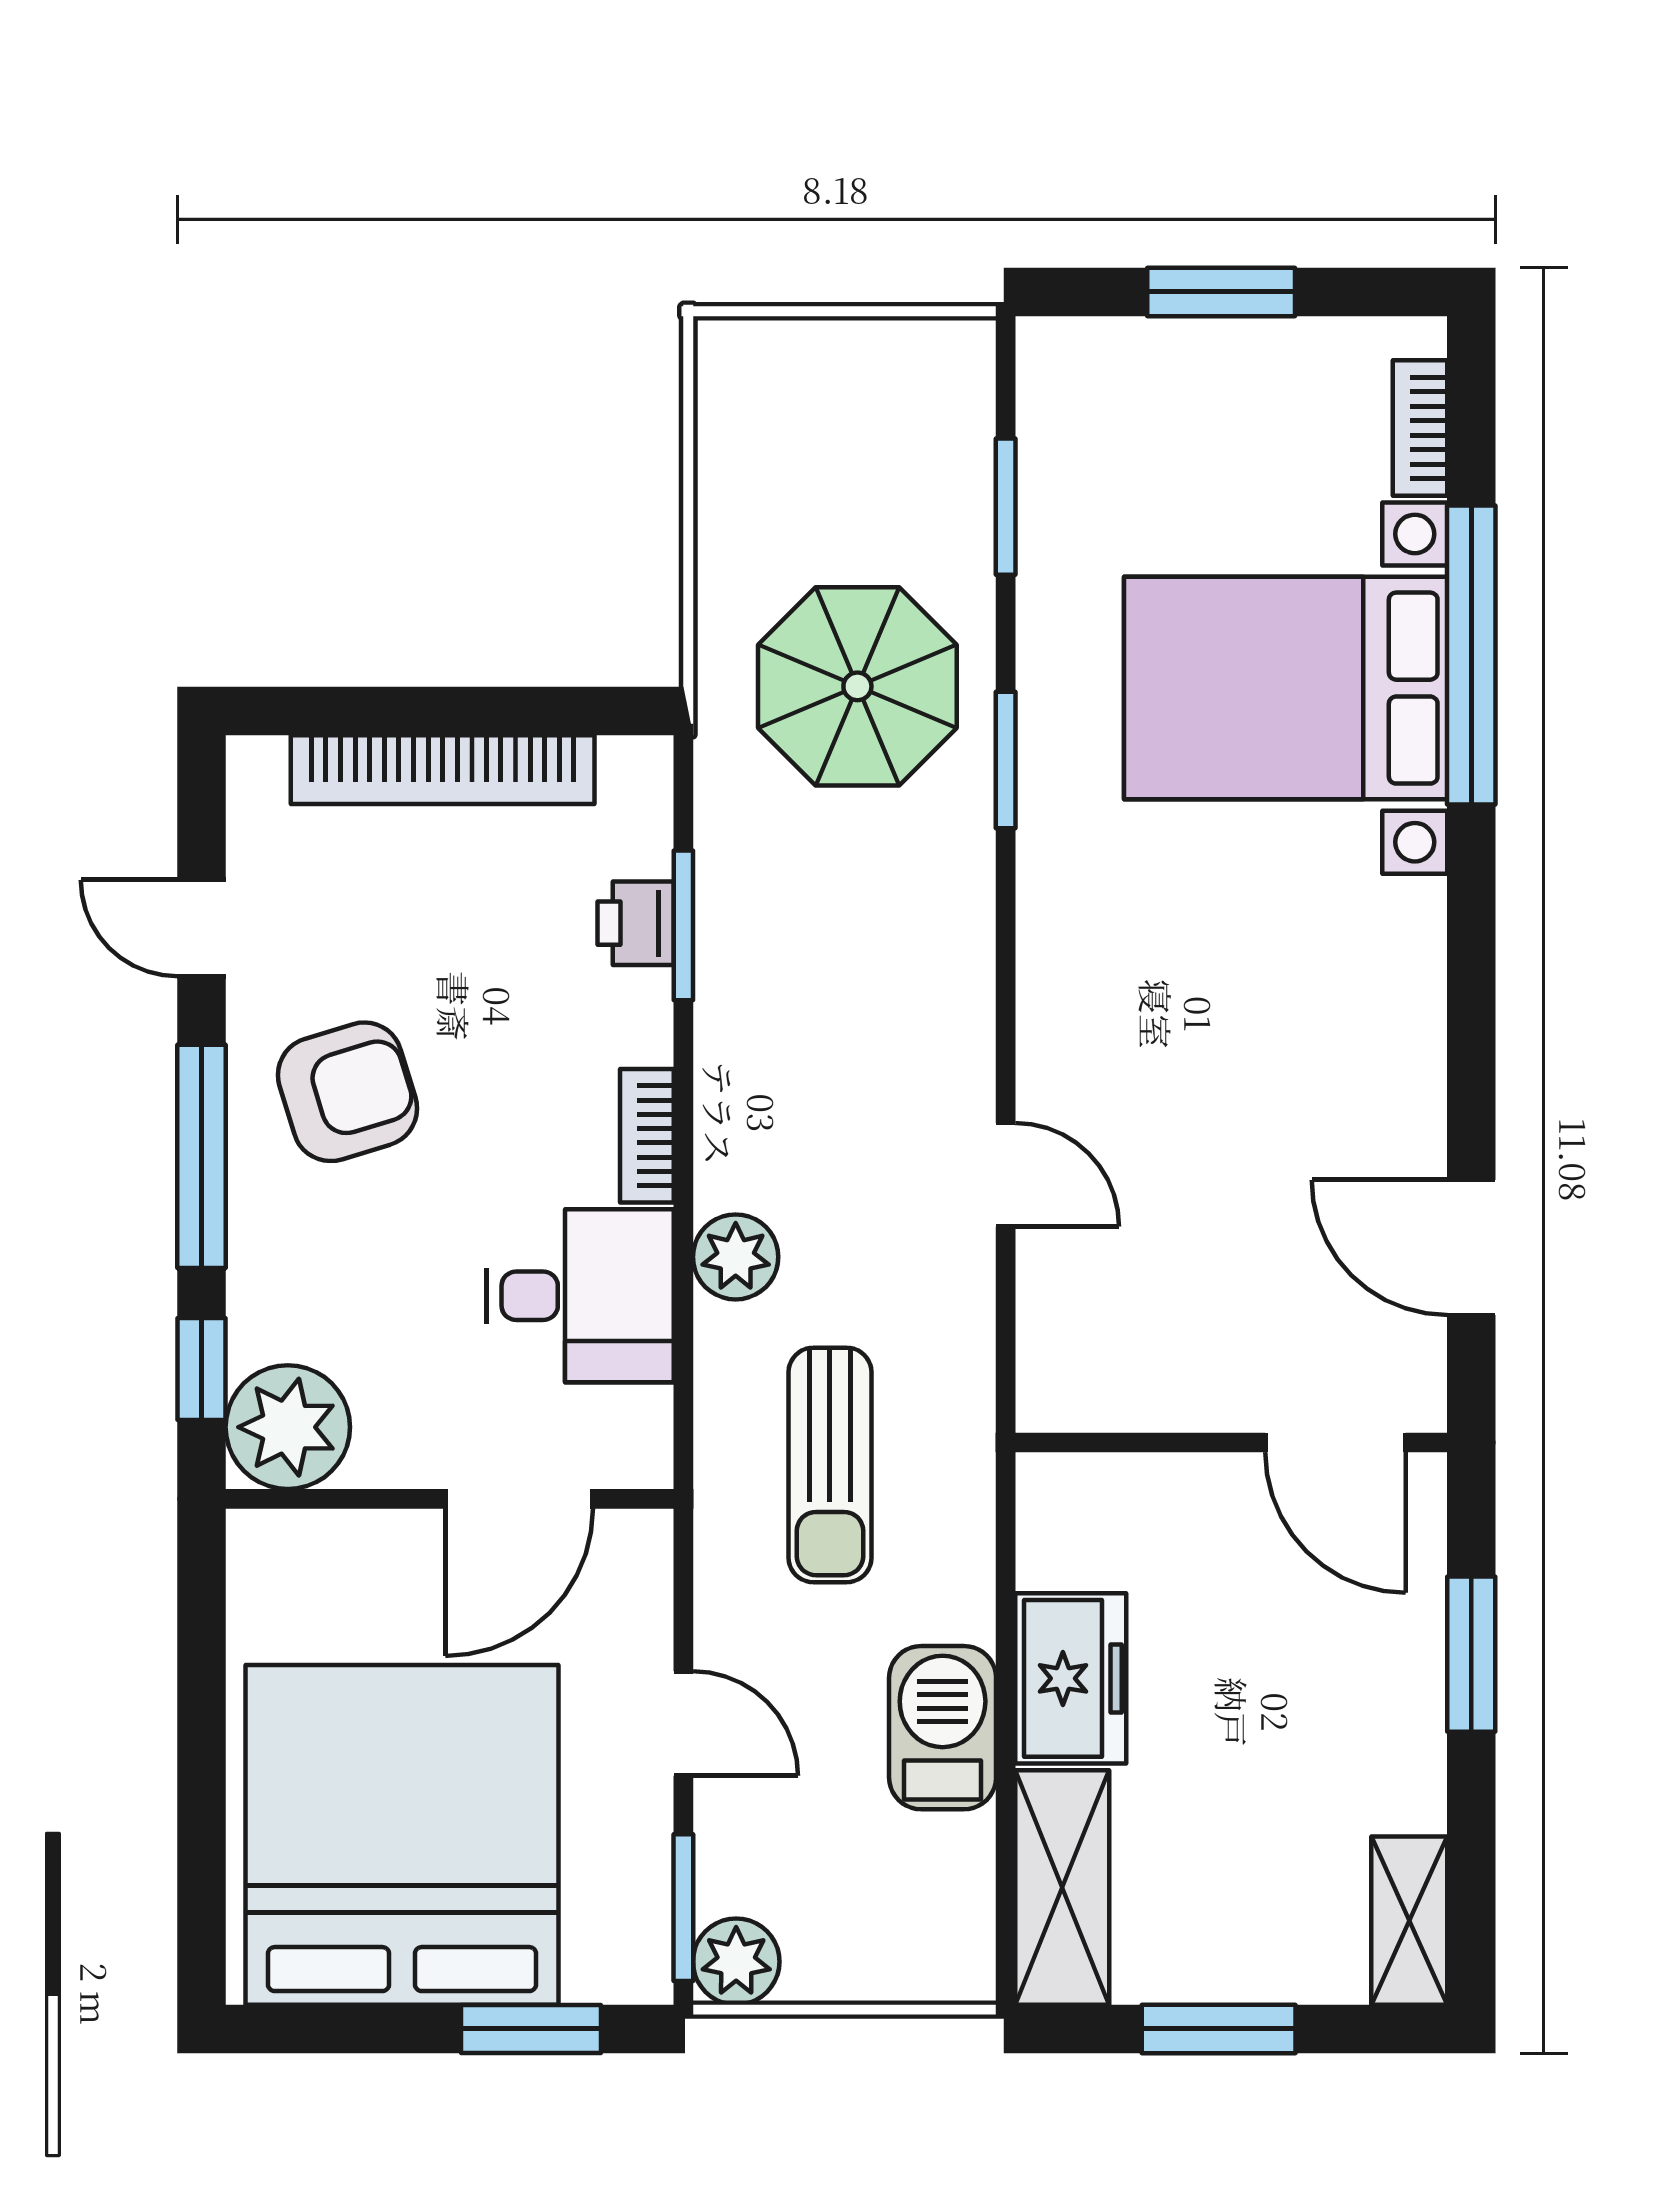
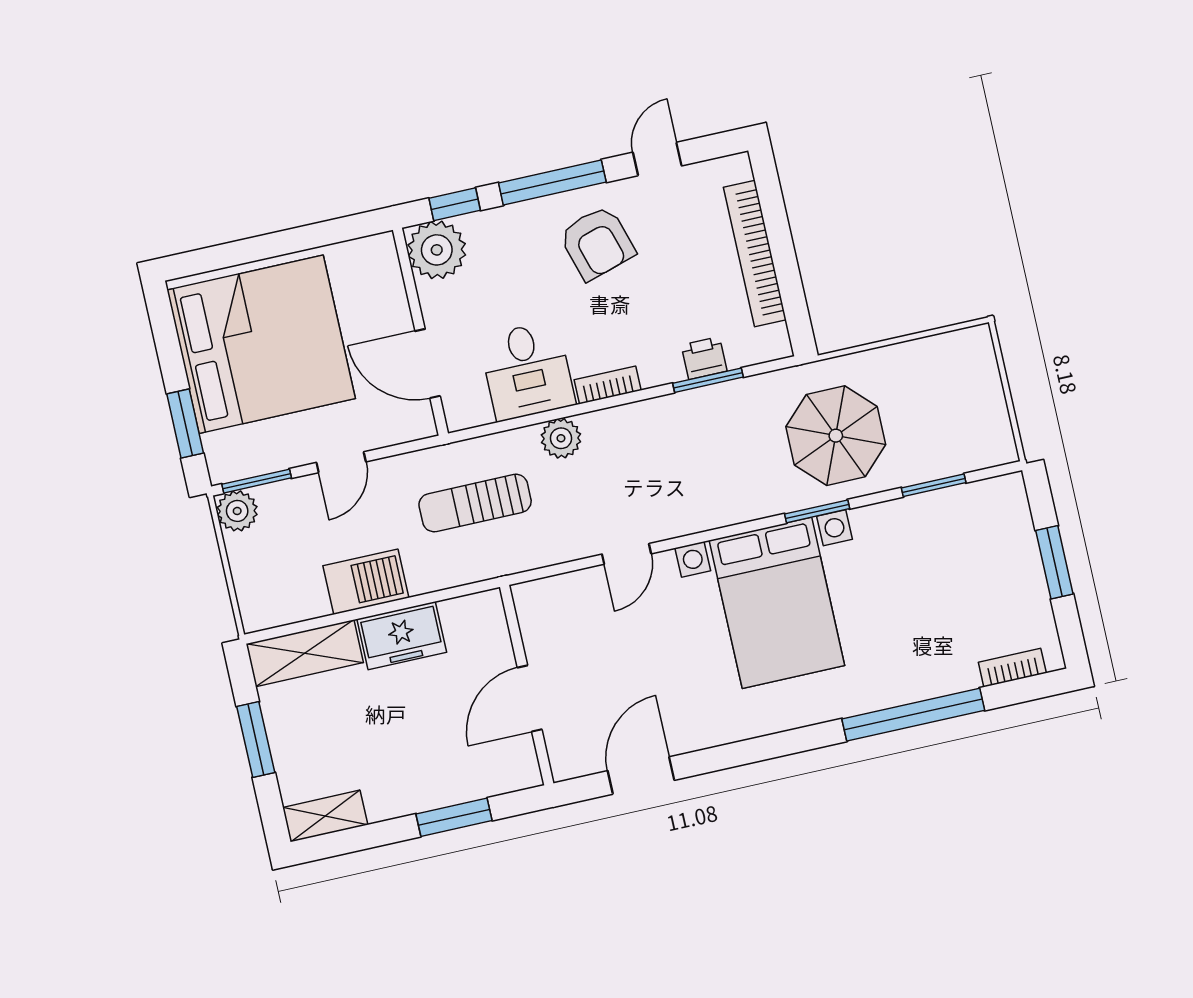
bed with nightstands: (1286, 688) -> (777, 603), moved, turned 180
door: (1335, 1442) -> (530, 699), moved

